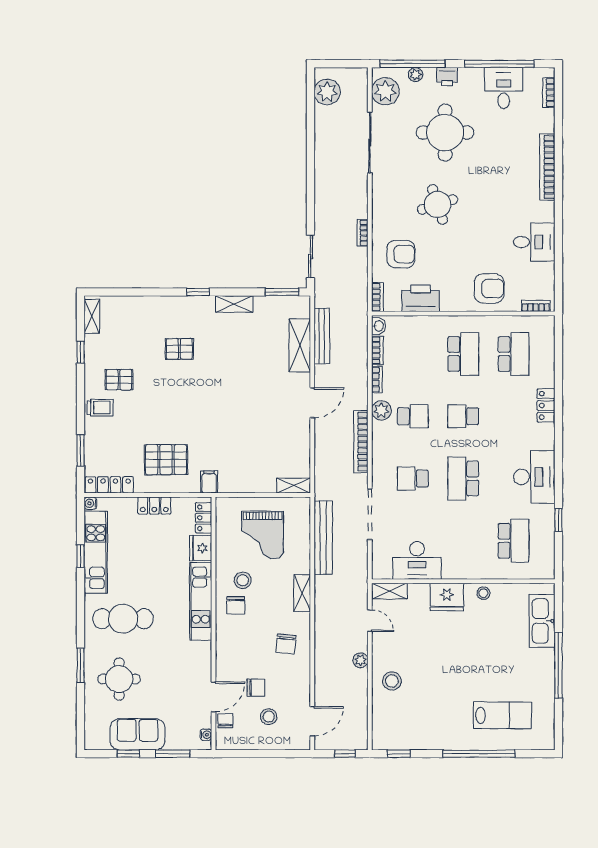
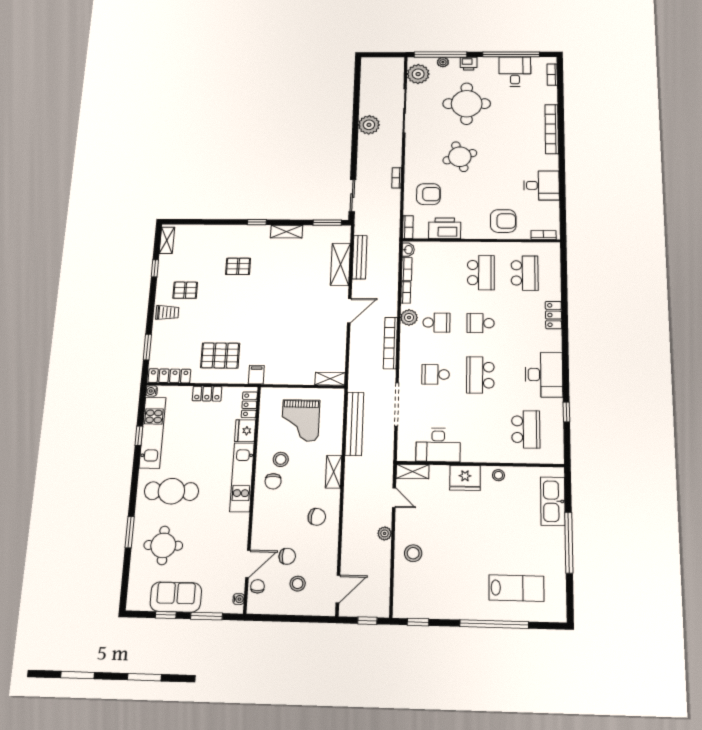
plant: (327, 92) -> (369, 125), moved
chair: (286, 644) -> (317, 517), turned -85

